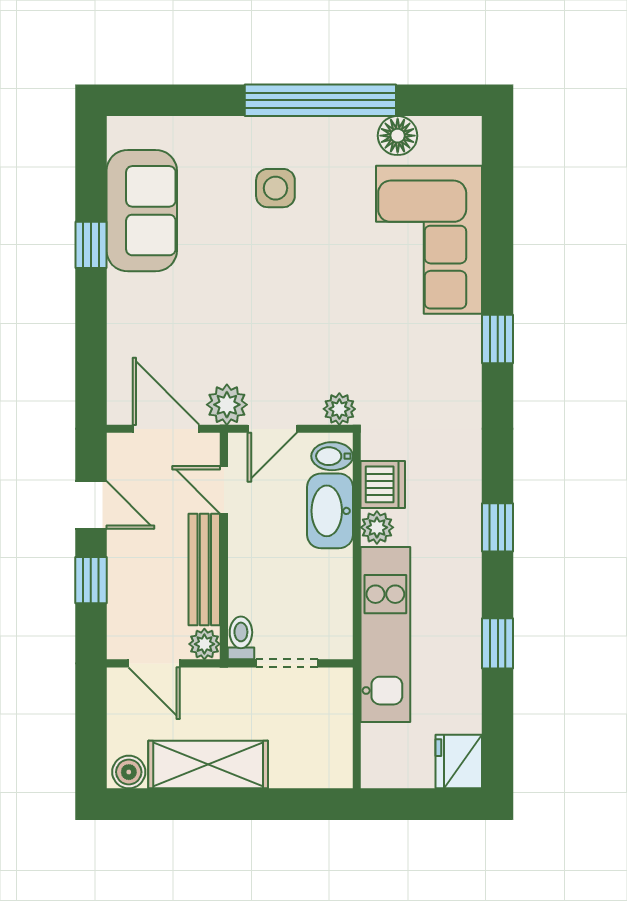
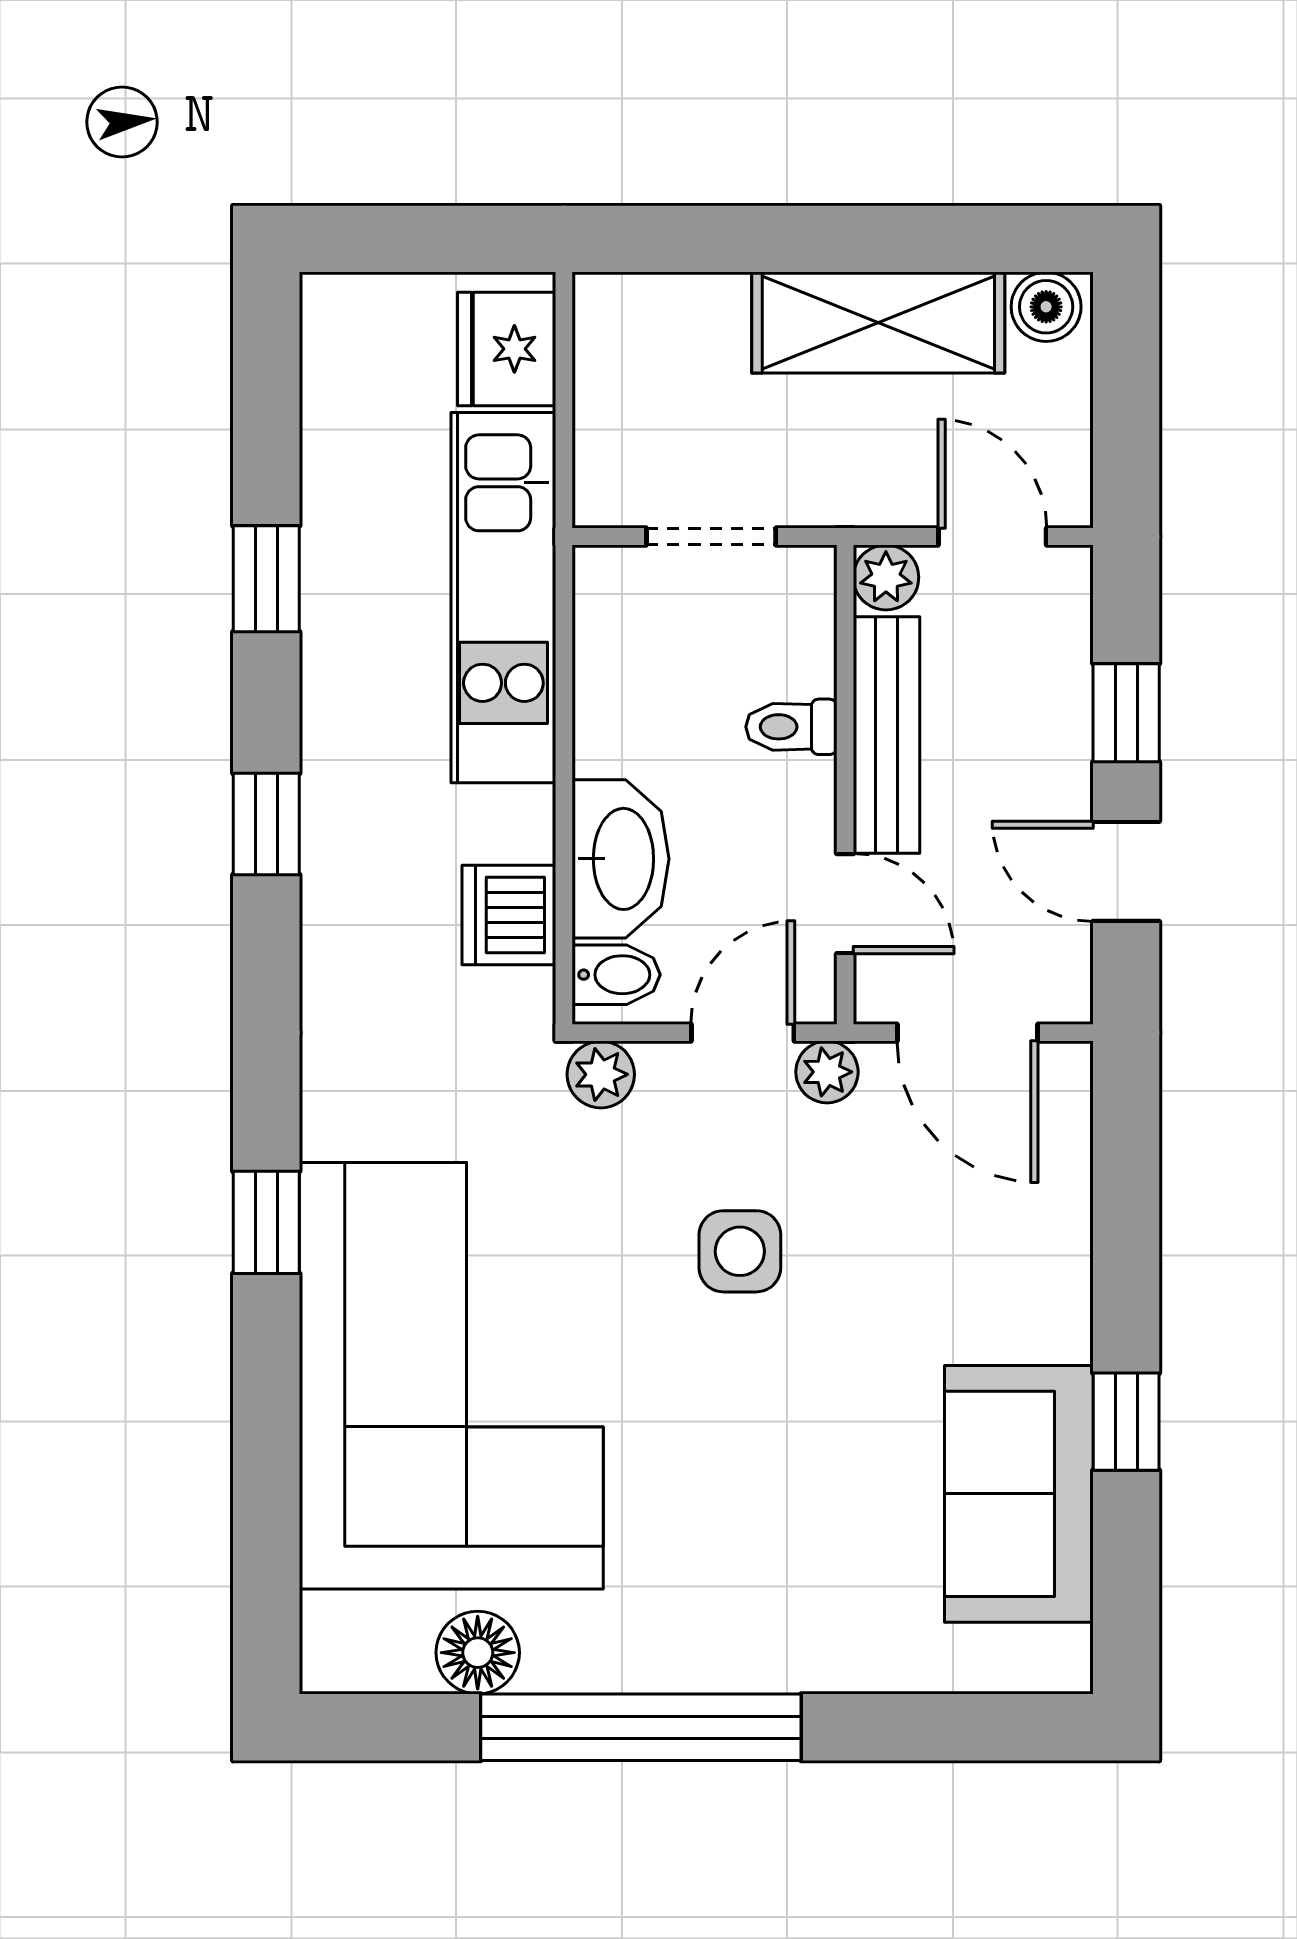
side table: (275, 188) -> (740, 1251), moved
corner sofa: (429, 240) -> (451, 1376), width x1.36, depth x1.36
plant: (227, 405) -> (827, 1072), width x0.73, depth x0.73
plant: (377, 527) -> (521, 824), removed
toilet: (241, 638) -> (791, 727), moved, turned 90
fridge: (459, 762) -> (507, 349), moved, turned 180

